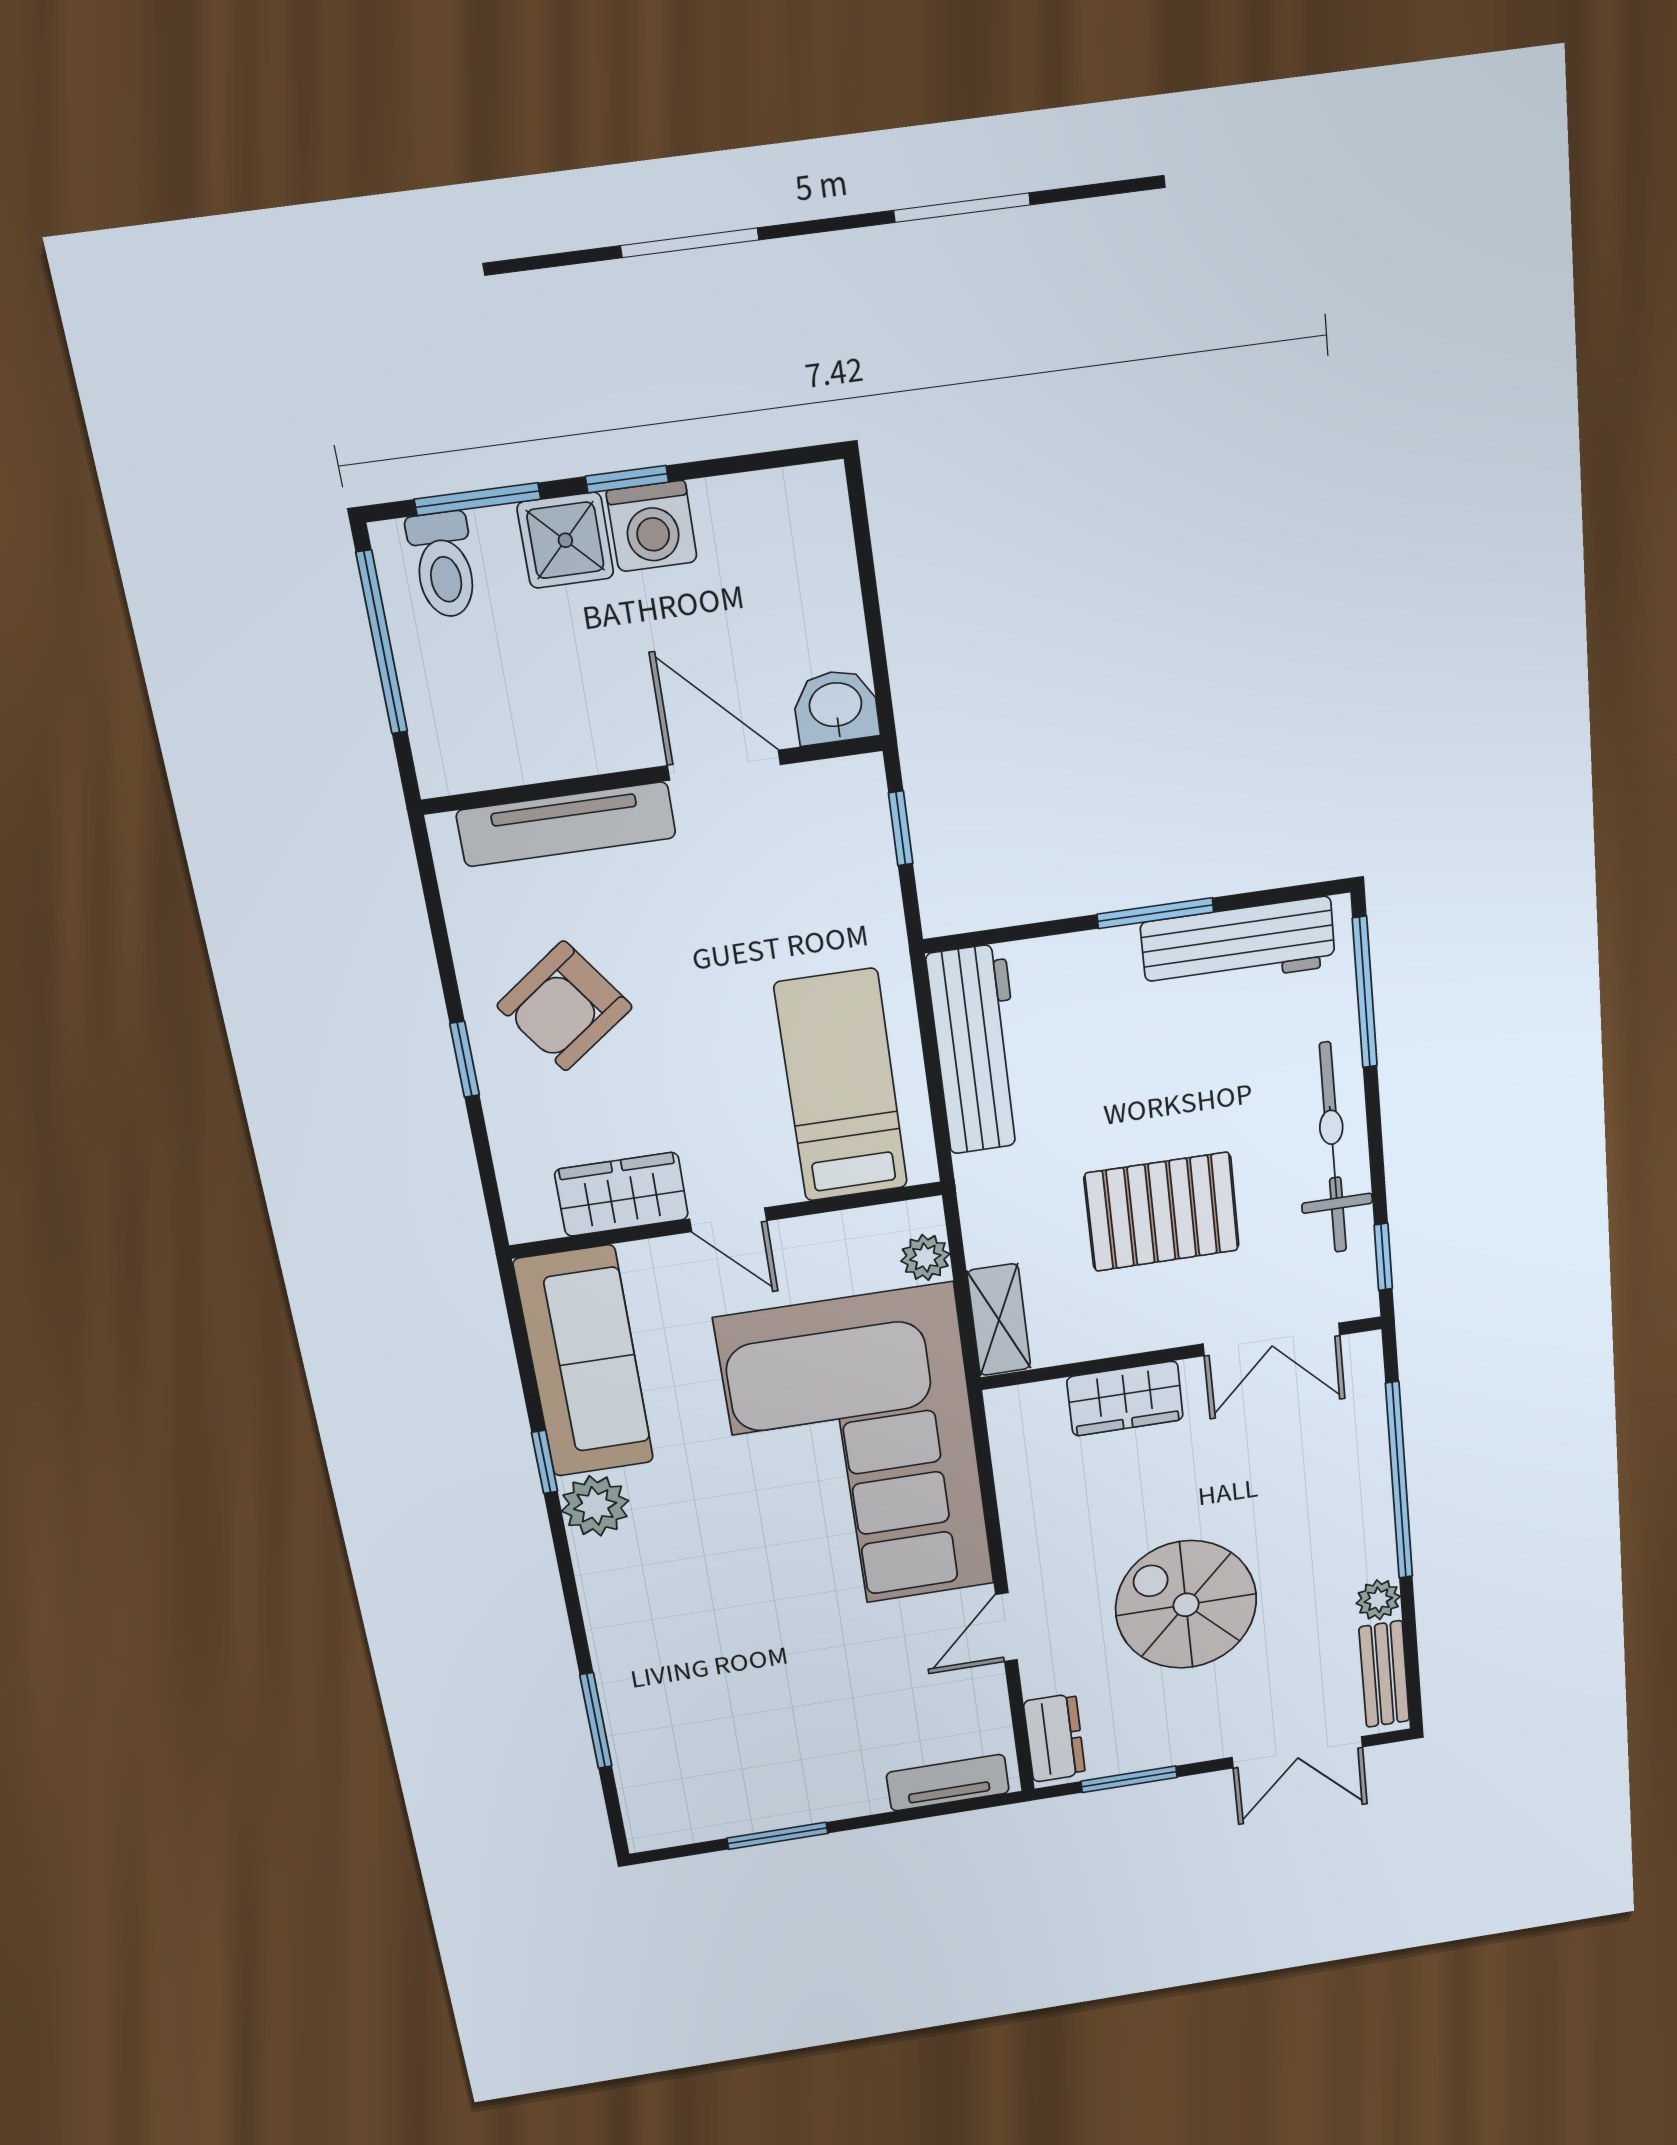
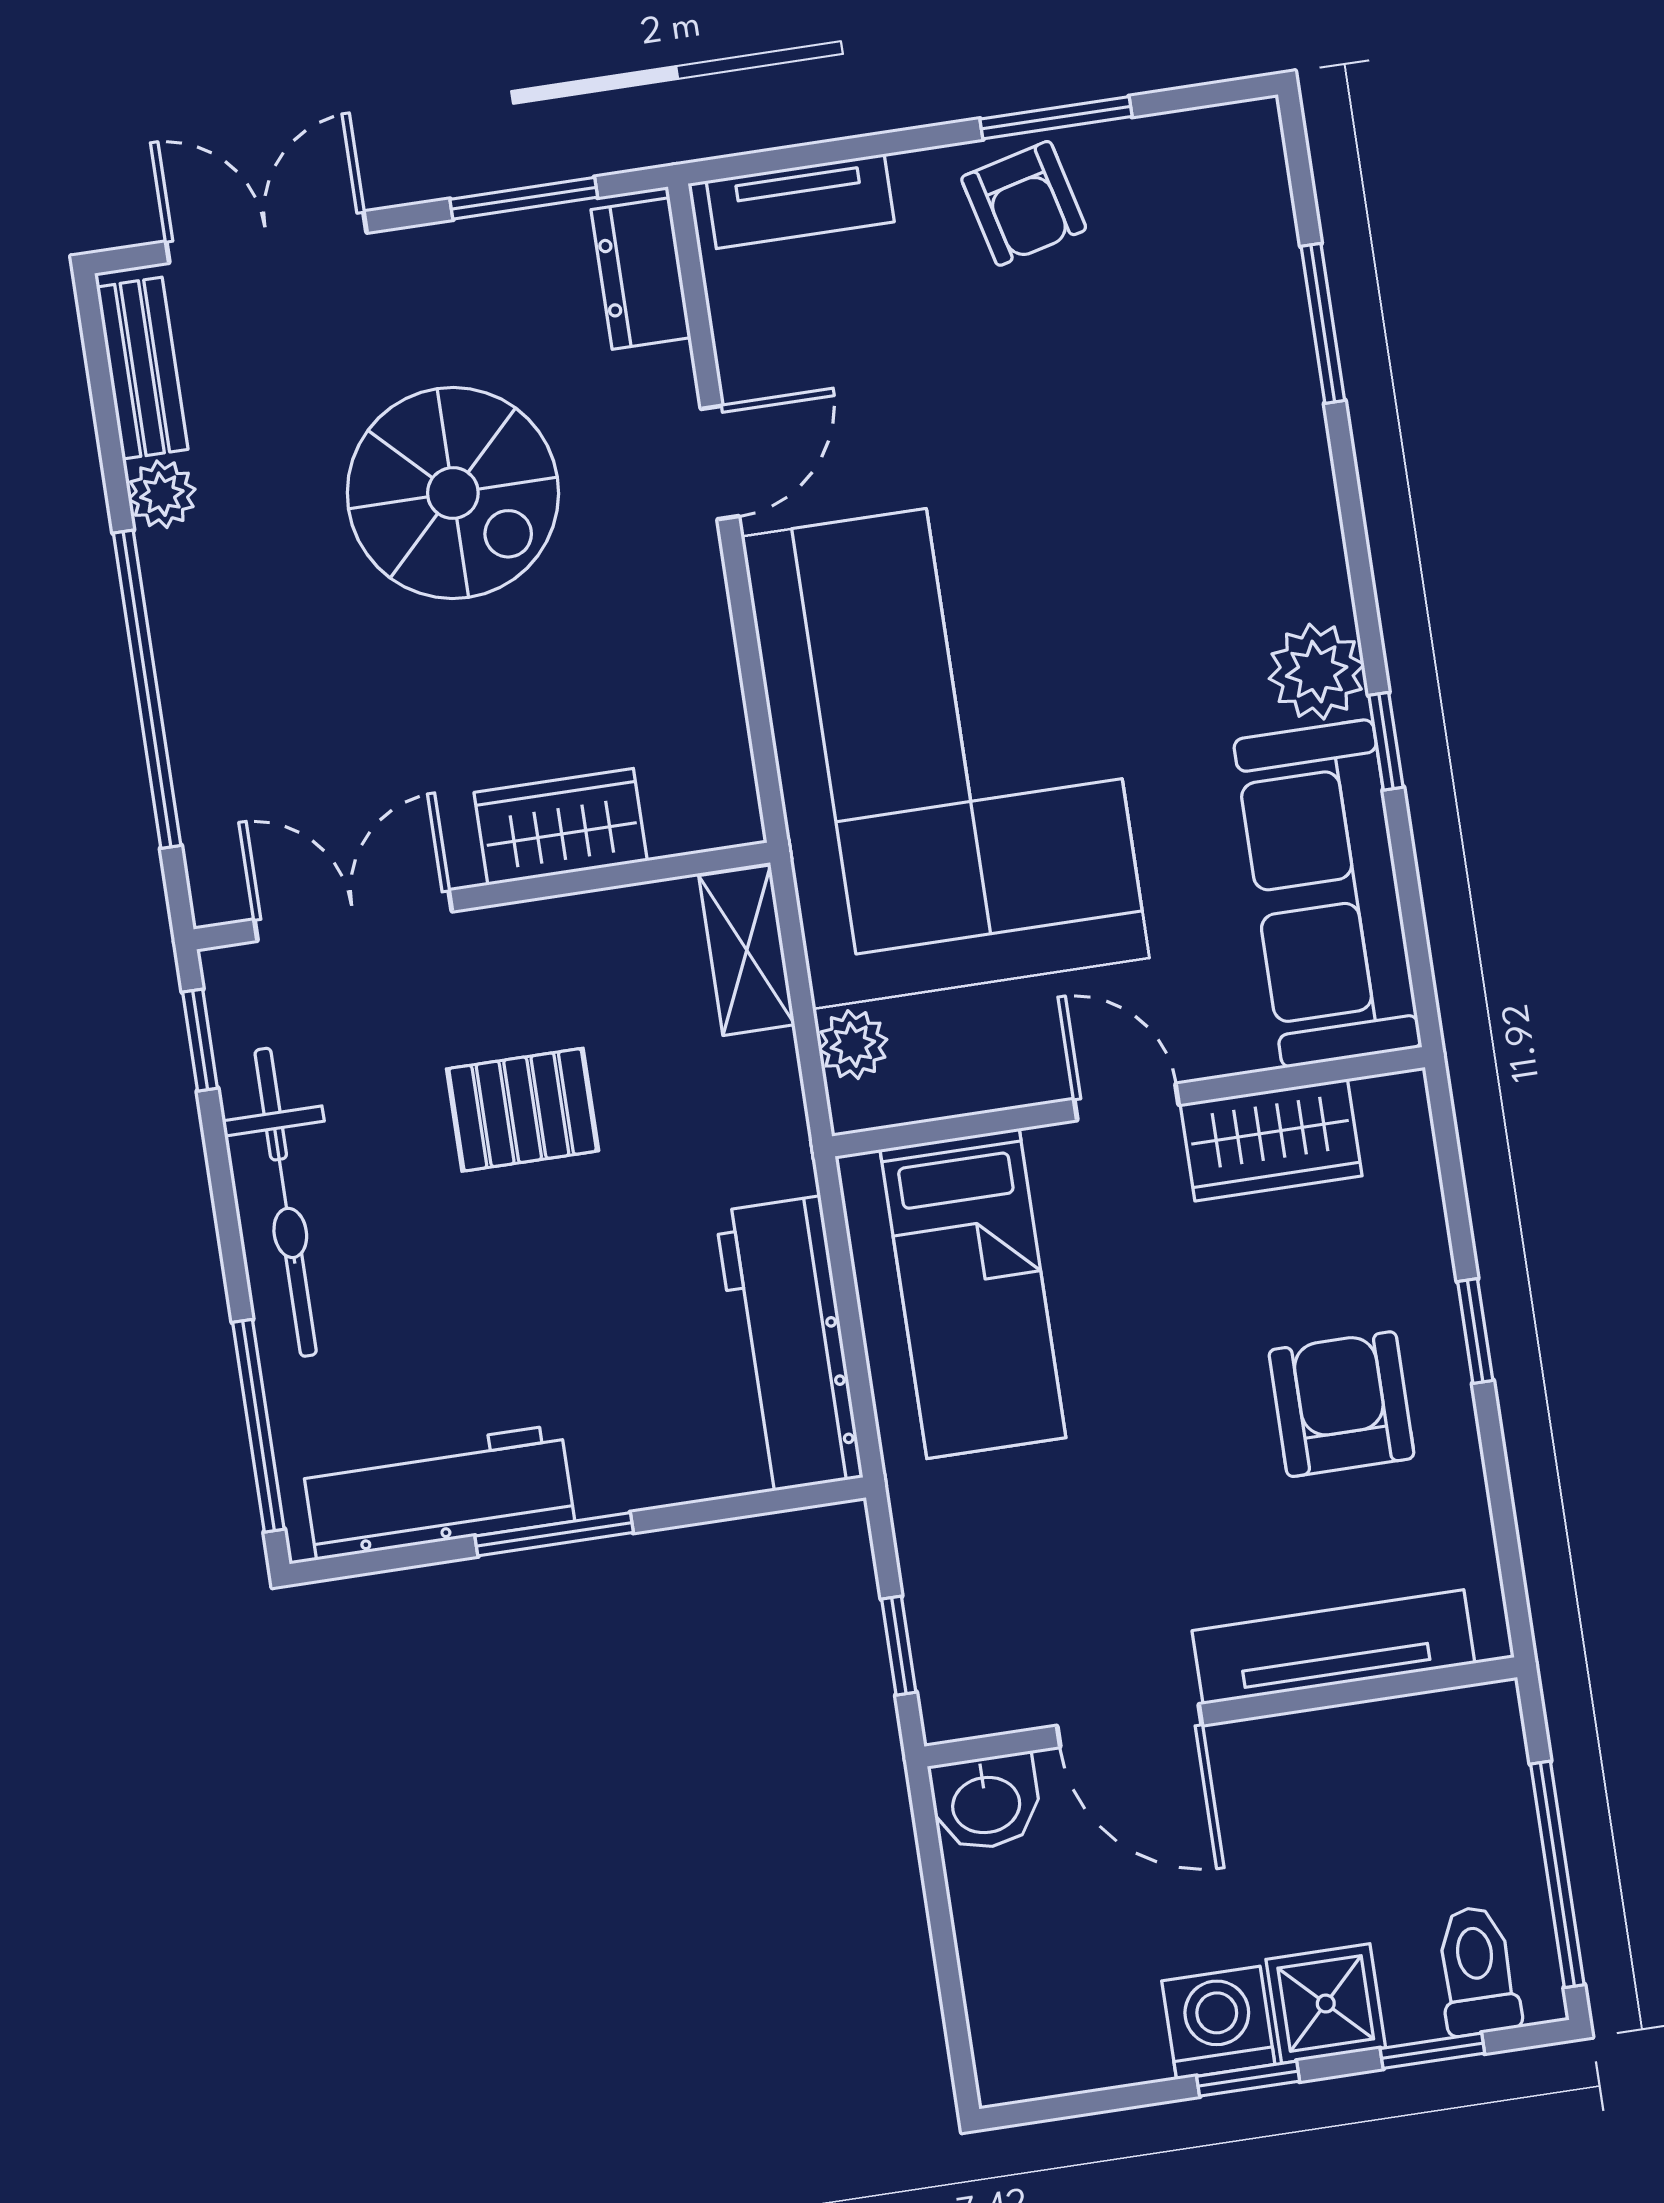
window: (477, 499) -> (1432, 2051), width x0.67
armchair: (565, 1006) -> (1342, 1404), turned -54
pallet: (1162, 1212) -> (523, 1110), width x0.67, depth x0.71
armchair: (799, 1786) -> (1024, 203), added

